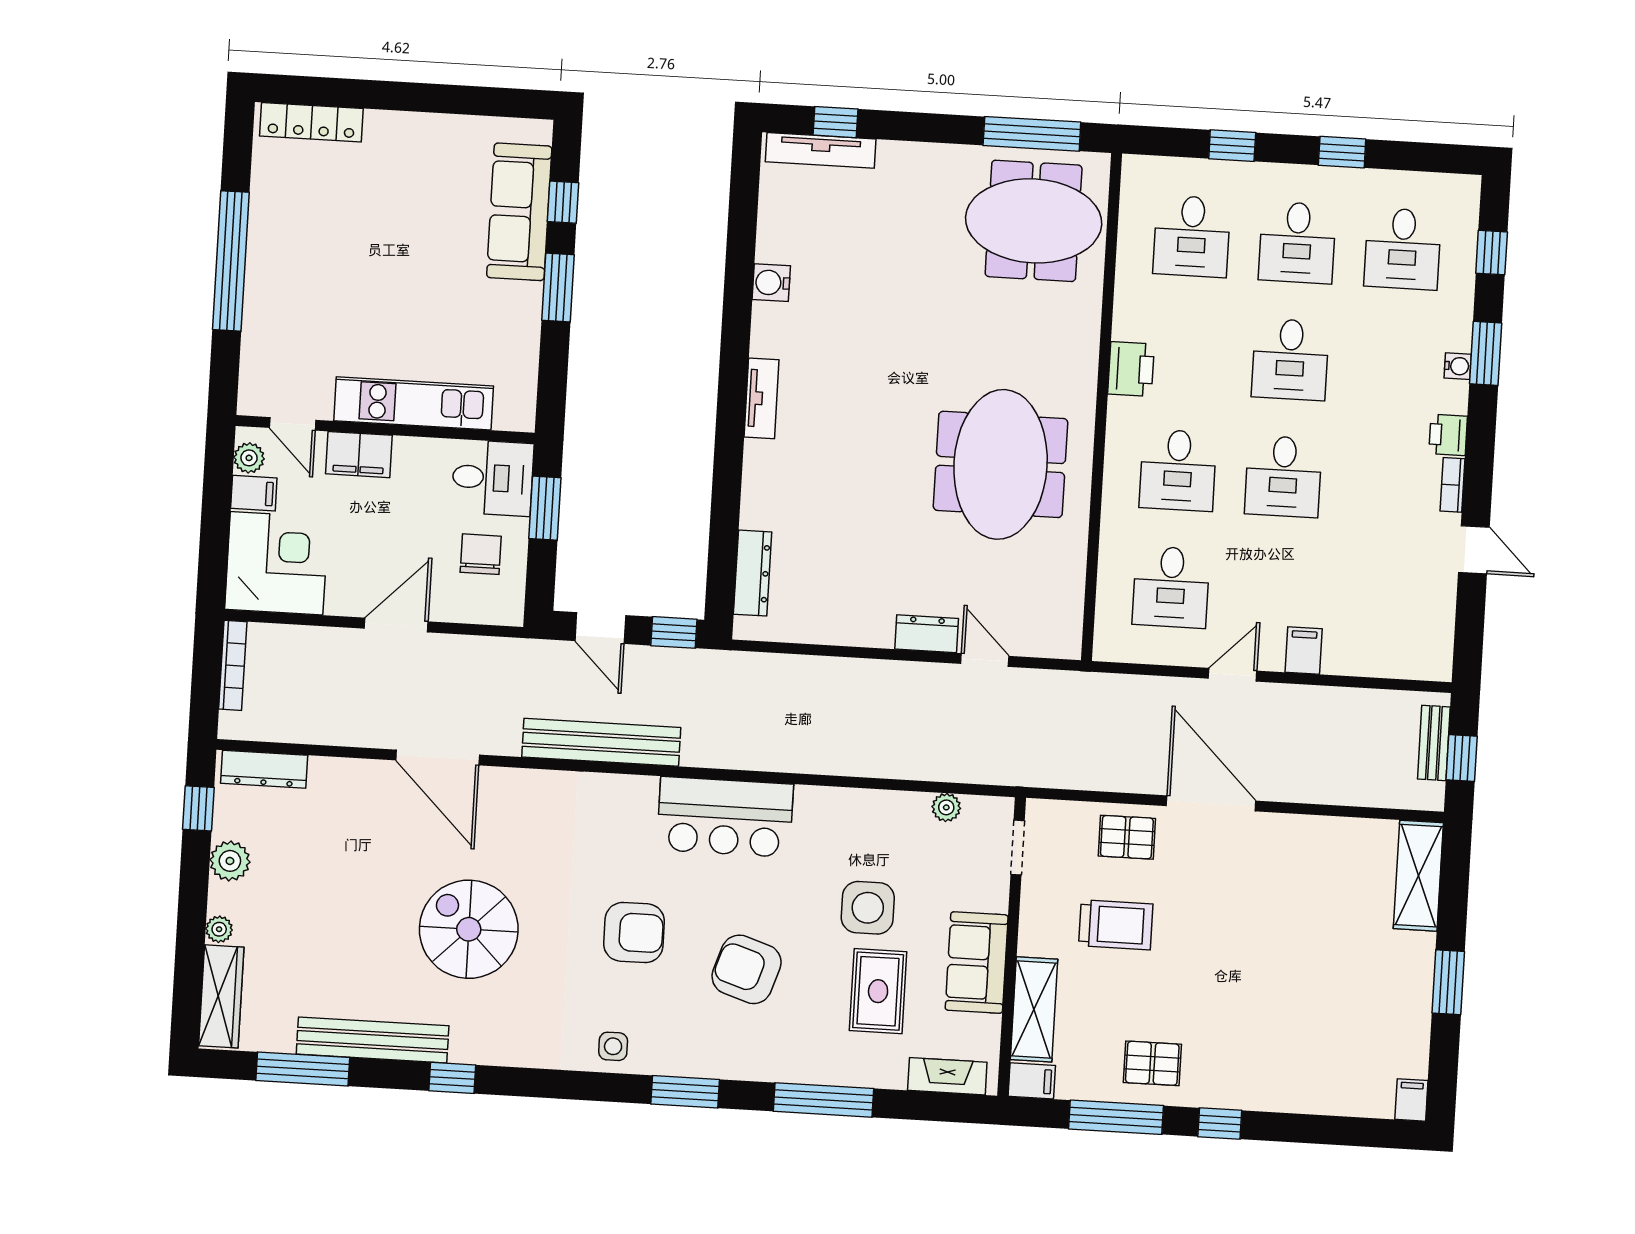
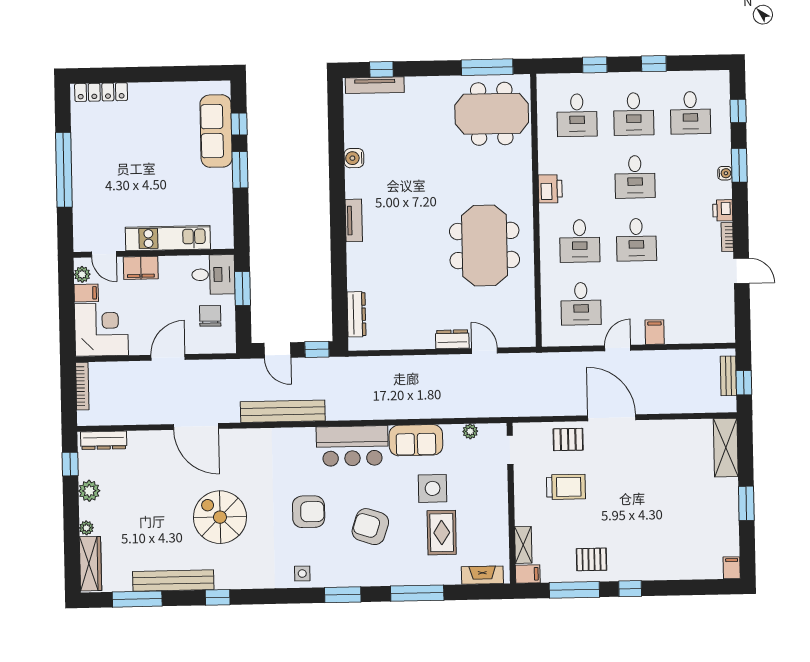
sofa: (977, 963) -> (416, 440), moved, turned -90
shelving: (1034, 1009) -> (523, 545), width x0.67, depth x0.75

